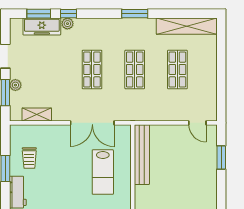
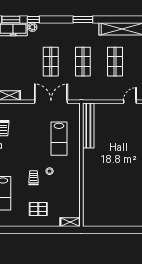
double door: (92, 123) -> (51, 102), swing flipped
door: (197, 123) -> (130, 102), swing flipped

